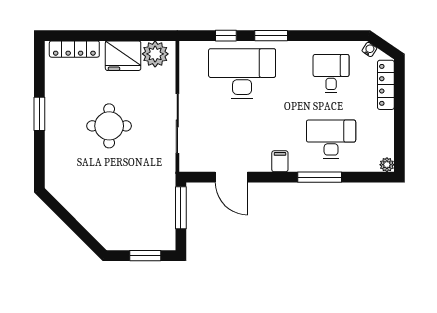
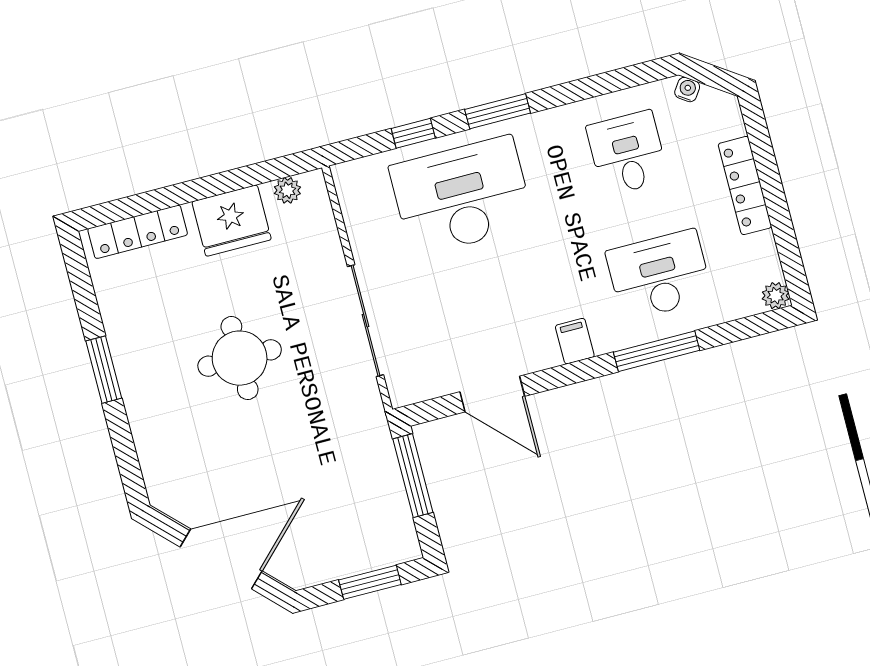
plant: (155, 54) -> (287, 190), width x0.53, depth x0.53
locker: (386, 85) -> (745, 186), moved
door: (74, 225) -> (221, 559), added

